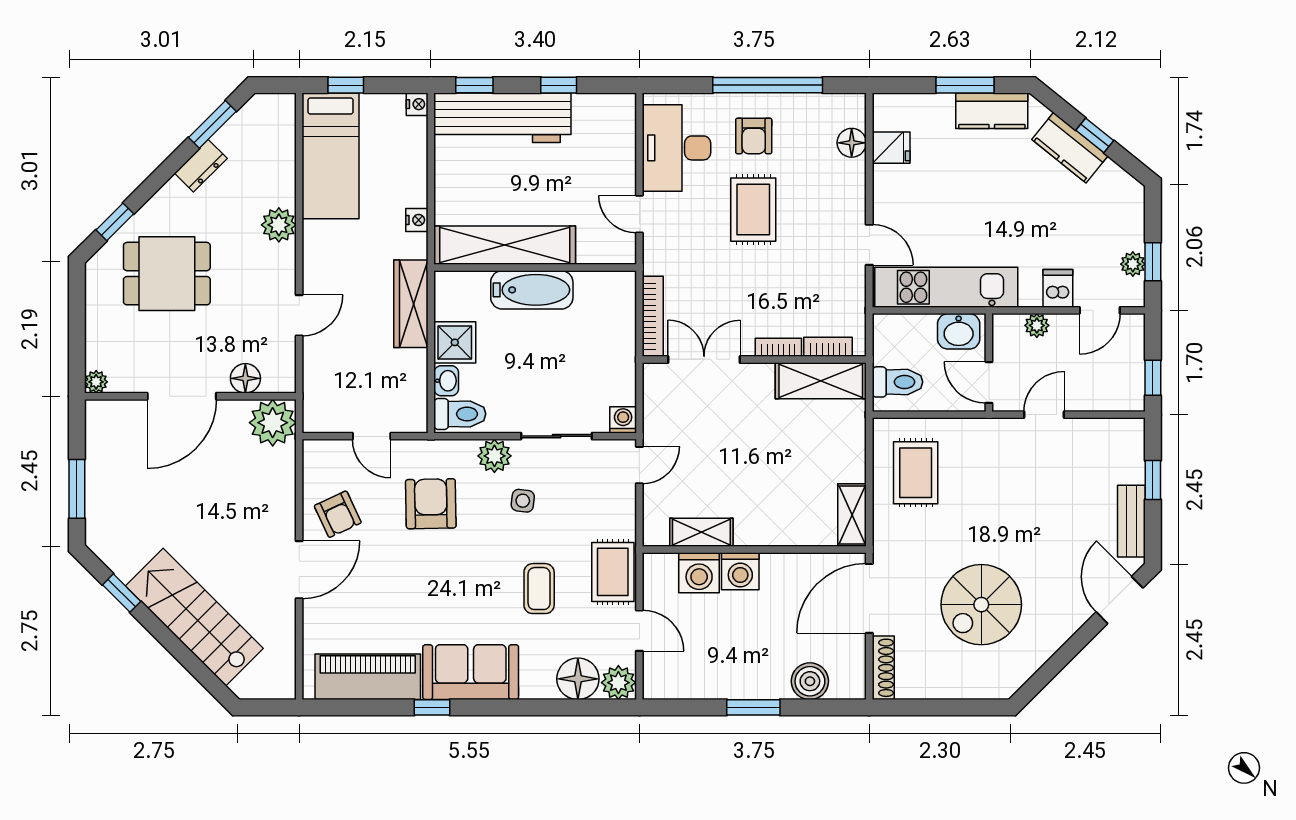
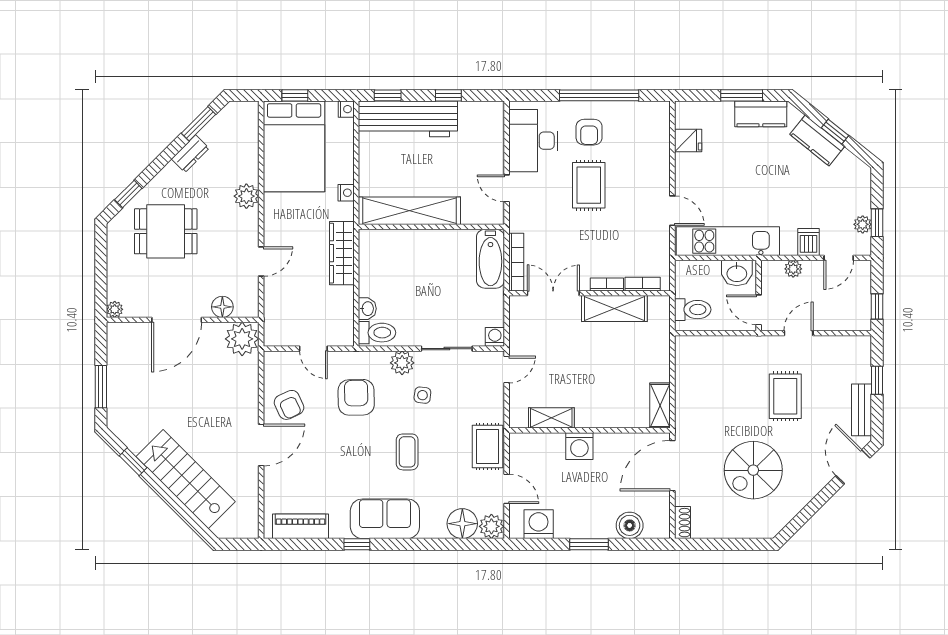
floor lamp: (852, 143) -> (660, 137), removed
bed: (331, 156) -> (294, 146), width x1.50
bathtub: (532, 290) -> (490, 259), moved, turned 90
shower: (455, 342) -> (373, 281), removed
shelving: (821, 381) -> (614, 309), moved
rug: (916, 473) -> (785, 396), moved
washing machine: (699, 573) -> (539, 524), moved, turned 180
coffee table: (539, 589) -> (407, 452), moved
shoe rack: (883, 668) -> (682, 523), width x0.70
piano: (368, 677) -> (300, 526), width x0.73, depth x0.75

